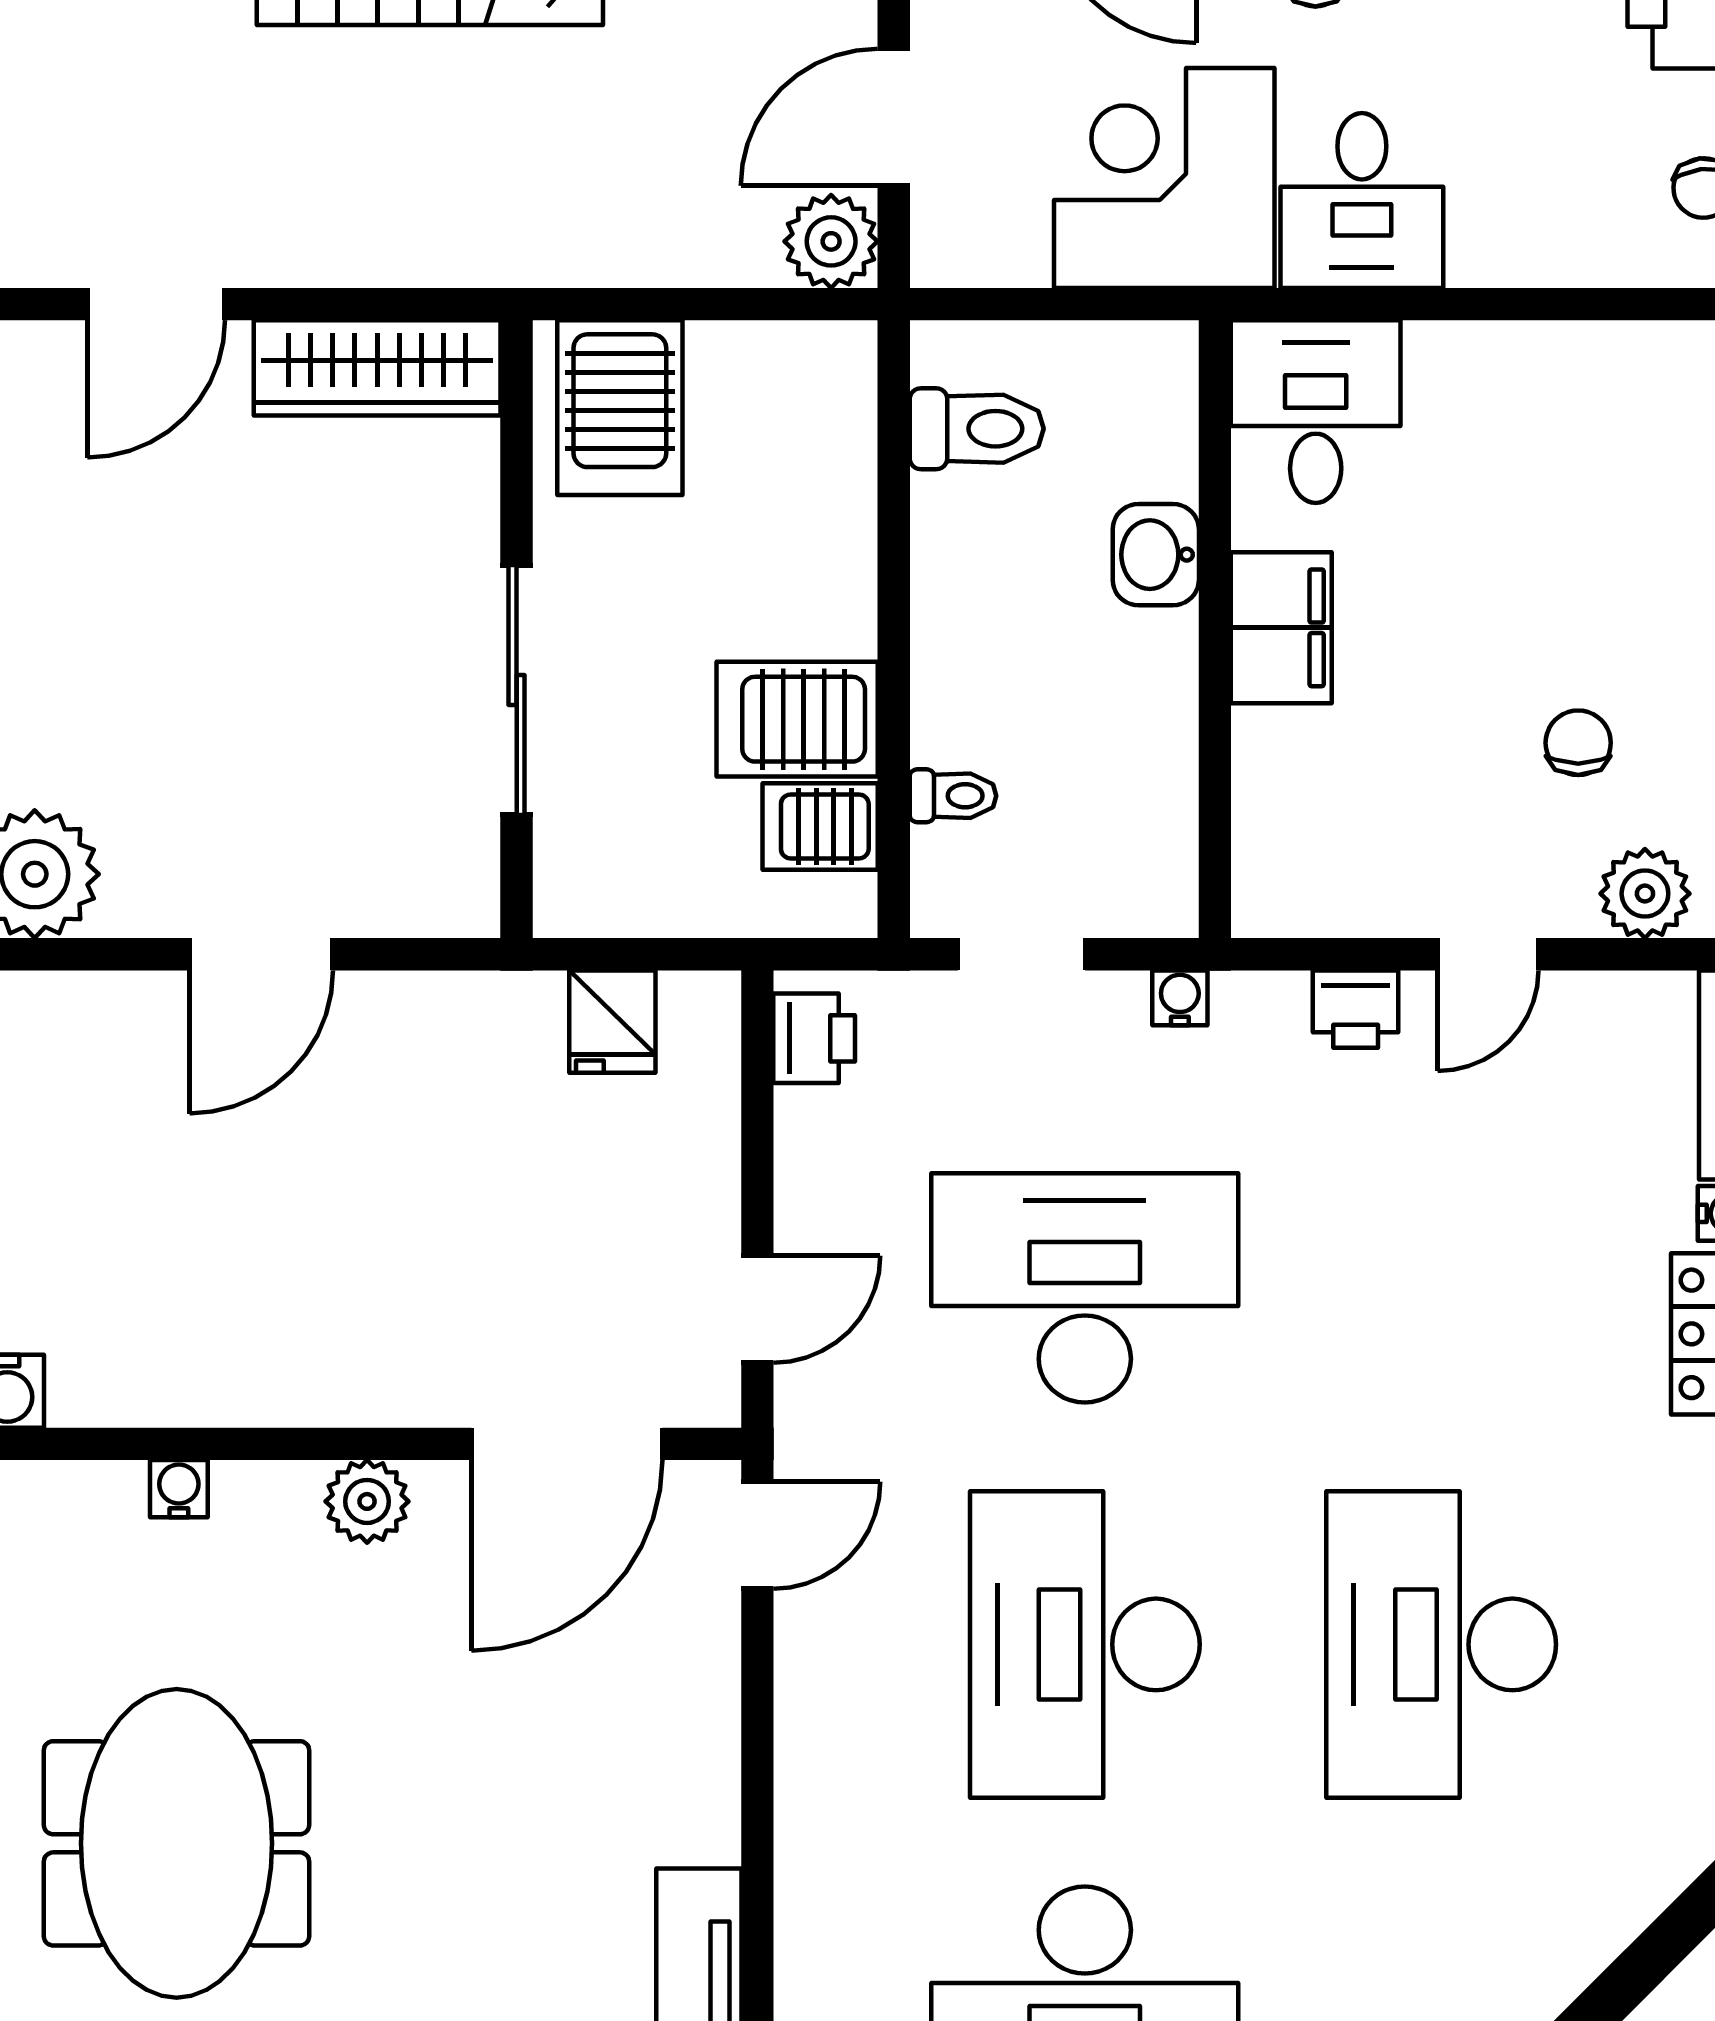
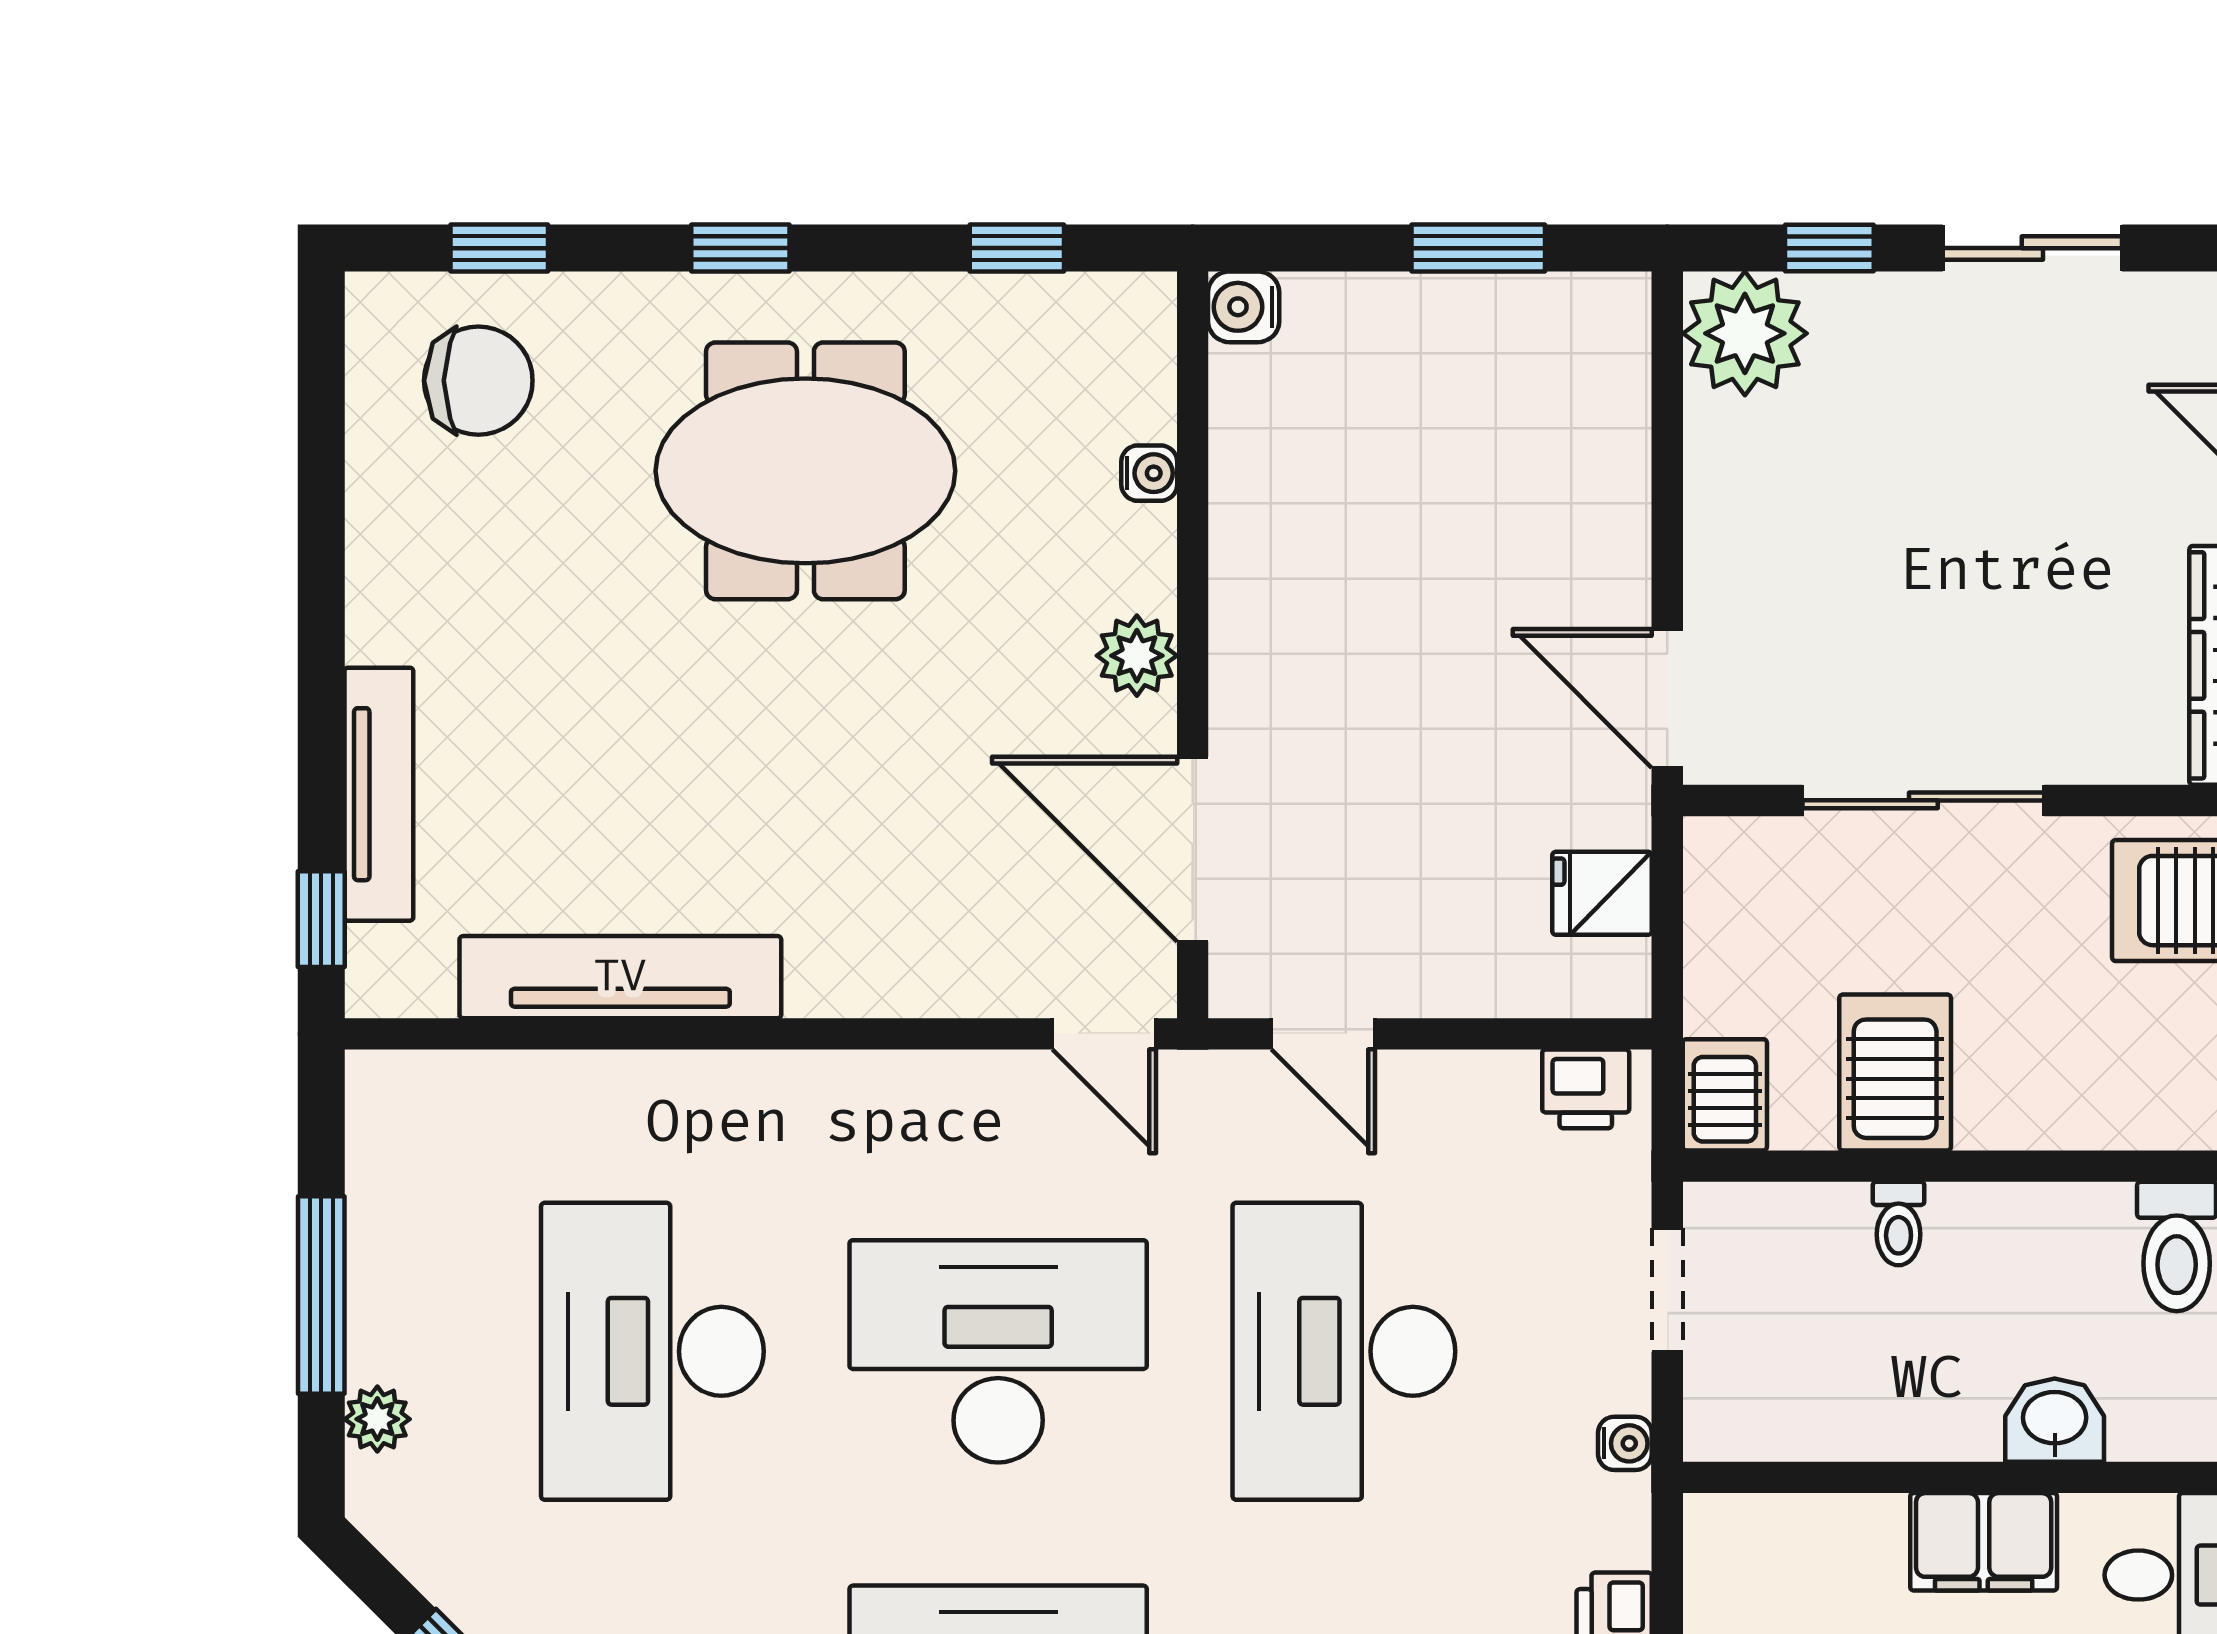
toilet: (953, 796) -> (1899, 1224), moved
server rack: (820, 826) -> (1725, 1095), moved
door: (261, 954) -> (1667, 698), moved
desk: (1085, 1288) -> (1344, 1351), turned 180

